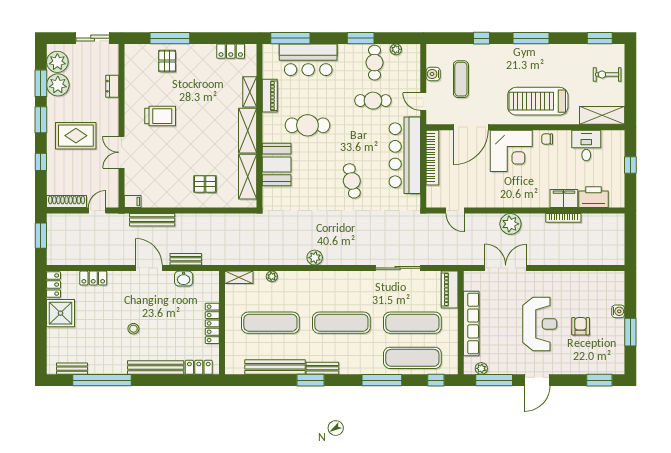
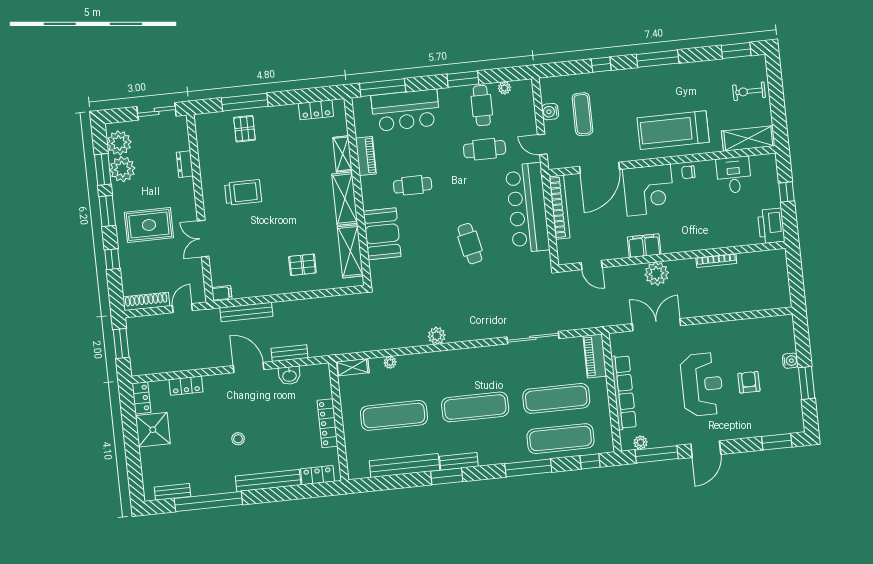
cafe table: (307, 125) -> (413, 185), width x0.73, depth x0.74
printer: (594, 197) -> (771, 226), moved, turned -90
filing cabinet: (564, 199) -> (644, 246), moved

